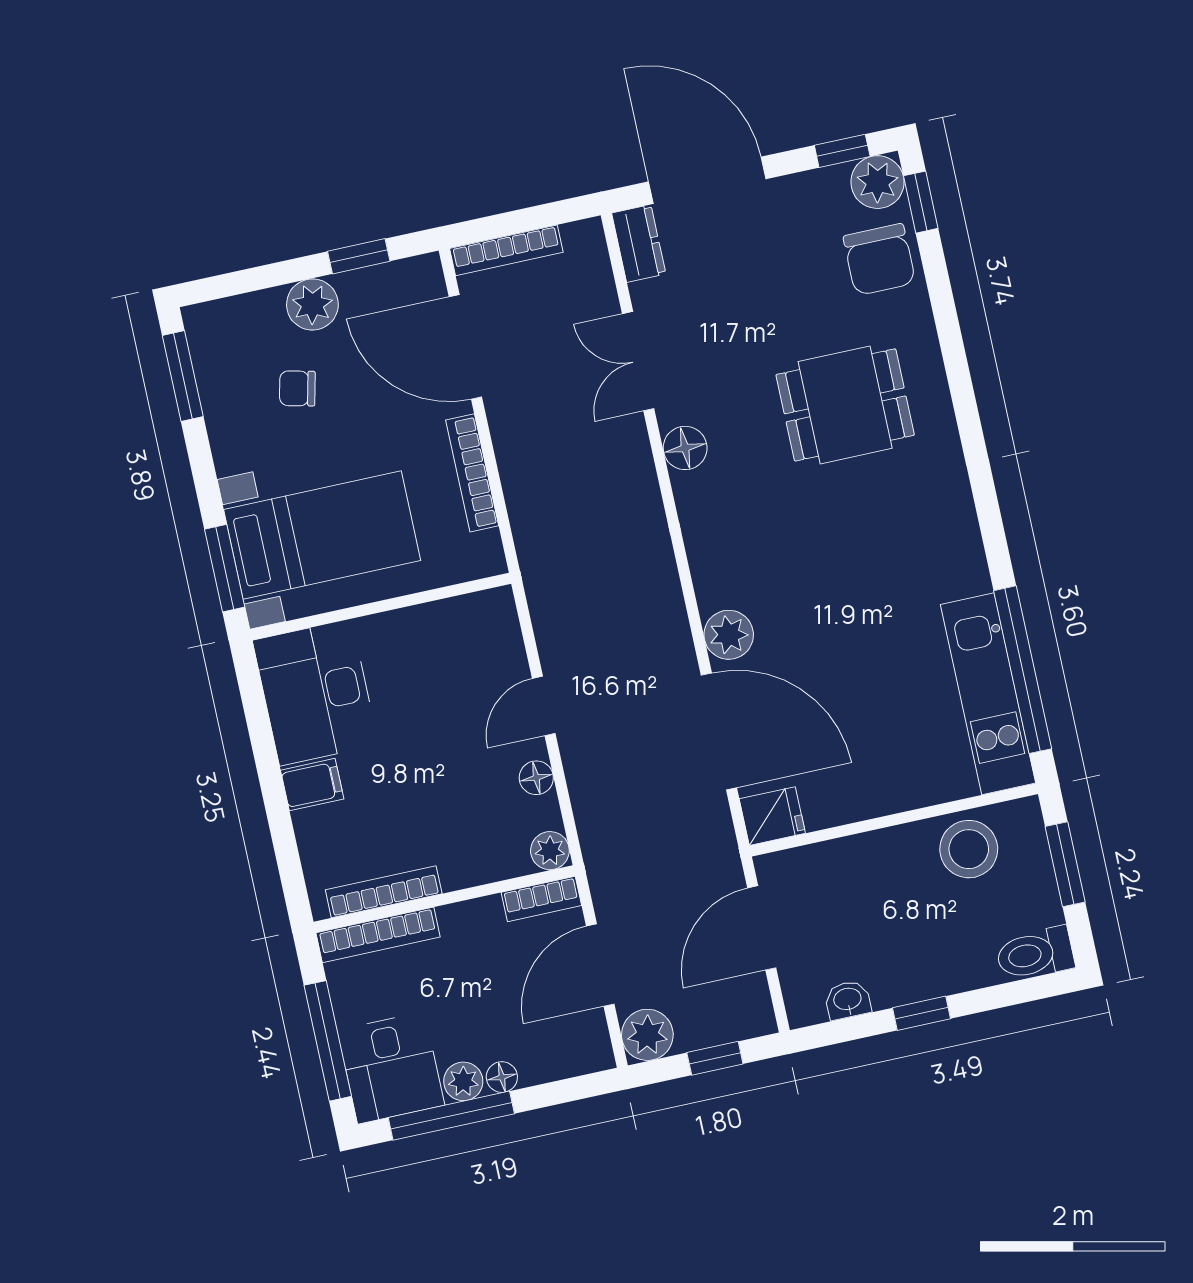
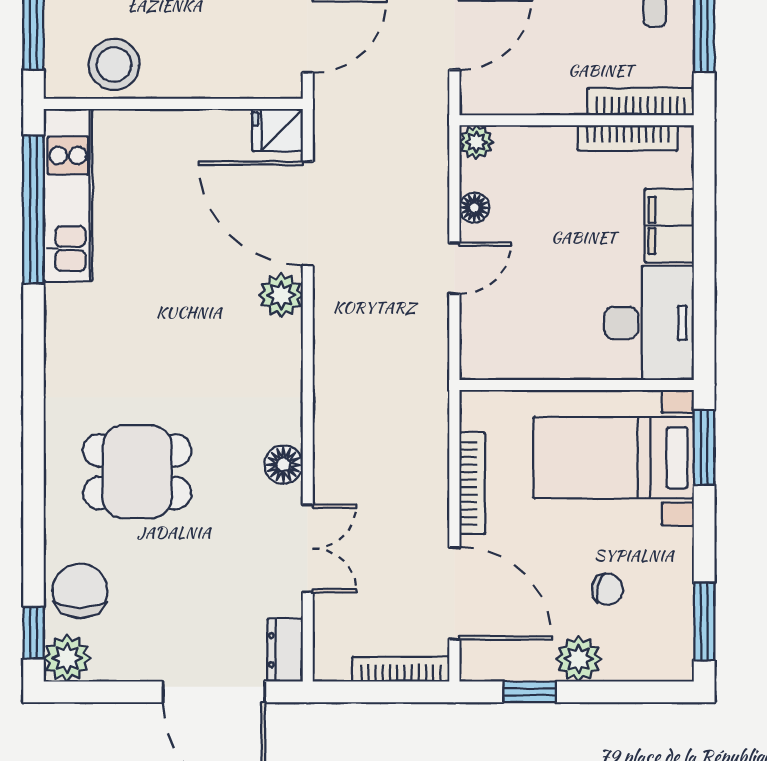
window: (842, 151) -> (92, 692), removed
filing cabinet: (312, 785) -> (669, 226), width x2.00
bookcase: (541, 899) -> (493, 102), removed

